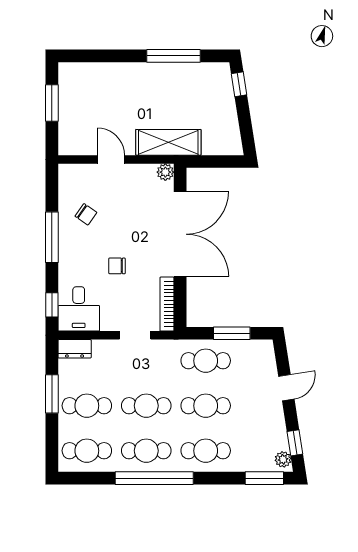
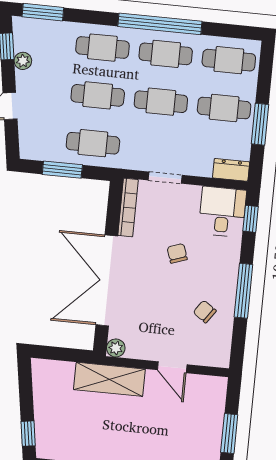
chair: (117, 266) -> (177, 253), turned -109
plant: (283, 459) -> (23, 61), moved

